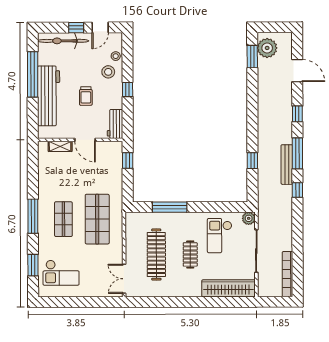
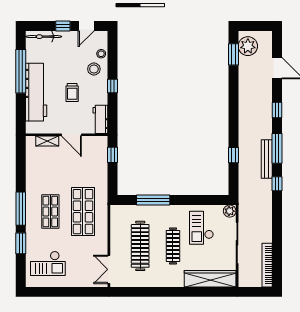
bicycle: (63, 41) -> (44, 37), width x0.73, depth x0.71
clothes rail: (190, 254) -> (173, 246), width x1.36
window: (33, 265) -> (21, 243), moved

